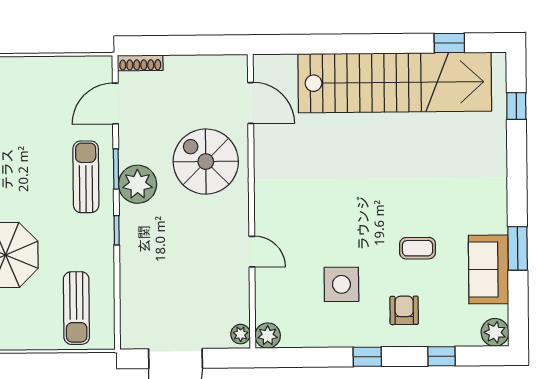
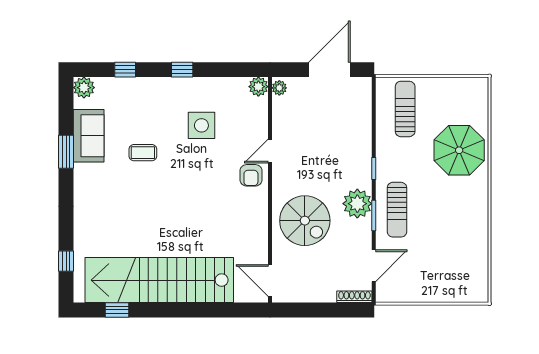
door: (251, 103) -> (270, 281), moved
door: (252, 252) -> (270, 151), hinge flipped
armchair: (404, 310) -> (251, 175), moved

